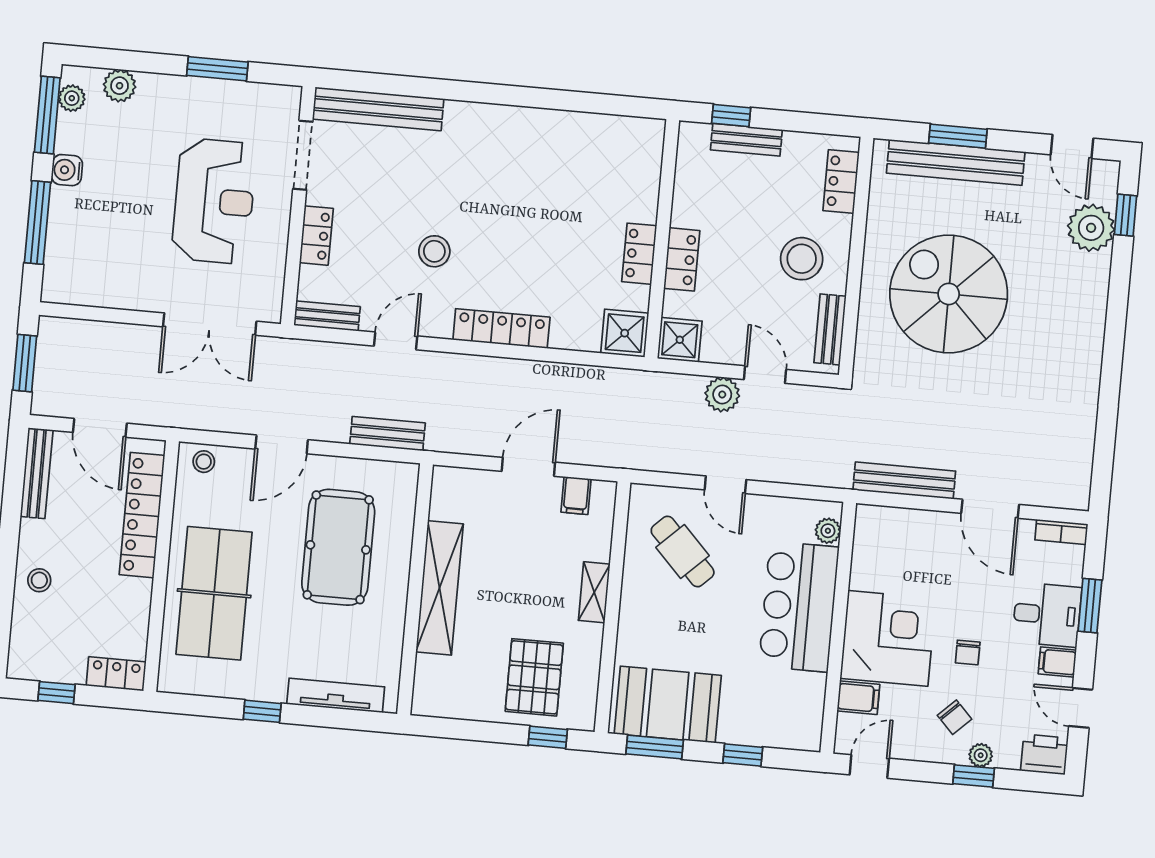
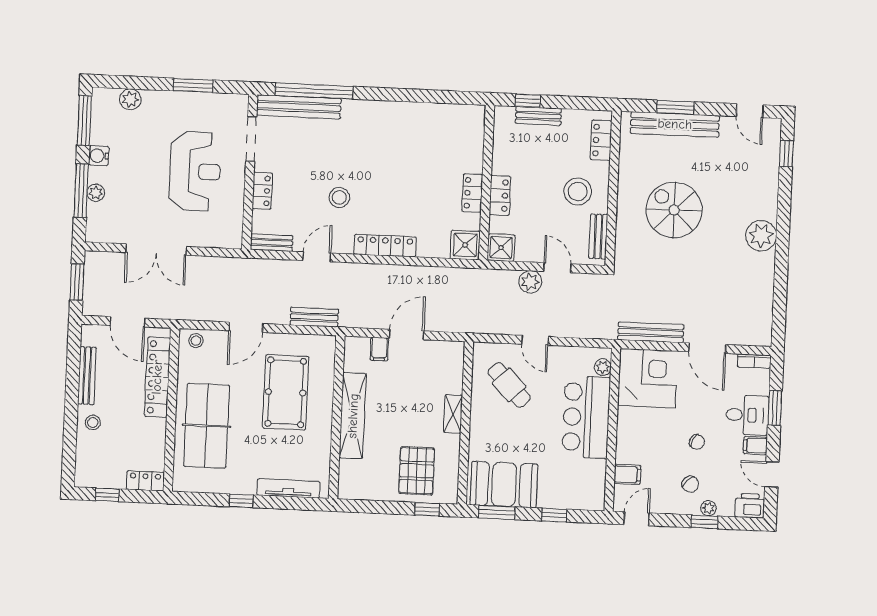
window: (403, 86) -> (314, 91), added
plant: (72, 98) -> (96, 193), moved
plant: (1091, 228) -> (761, 236), moved
spiral stairs: (949, 294) -> (674, 210), width x0.73, depth x0.73
double door: (210, 324) -> (156, 249), moved
bench: (37, 473) -> (87, 376), moved
filing cabinet: (576, 496) -> (379, 349), moved
corner desk: (888, 638) -> (647, 378), moved
chair: (968, 652) -> (697, 442), turned -62

